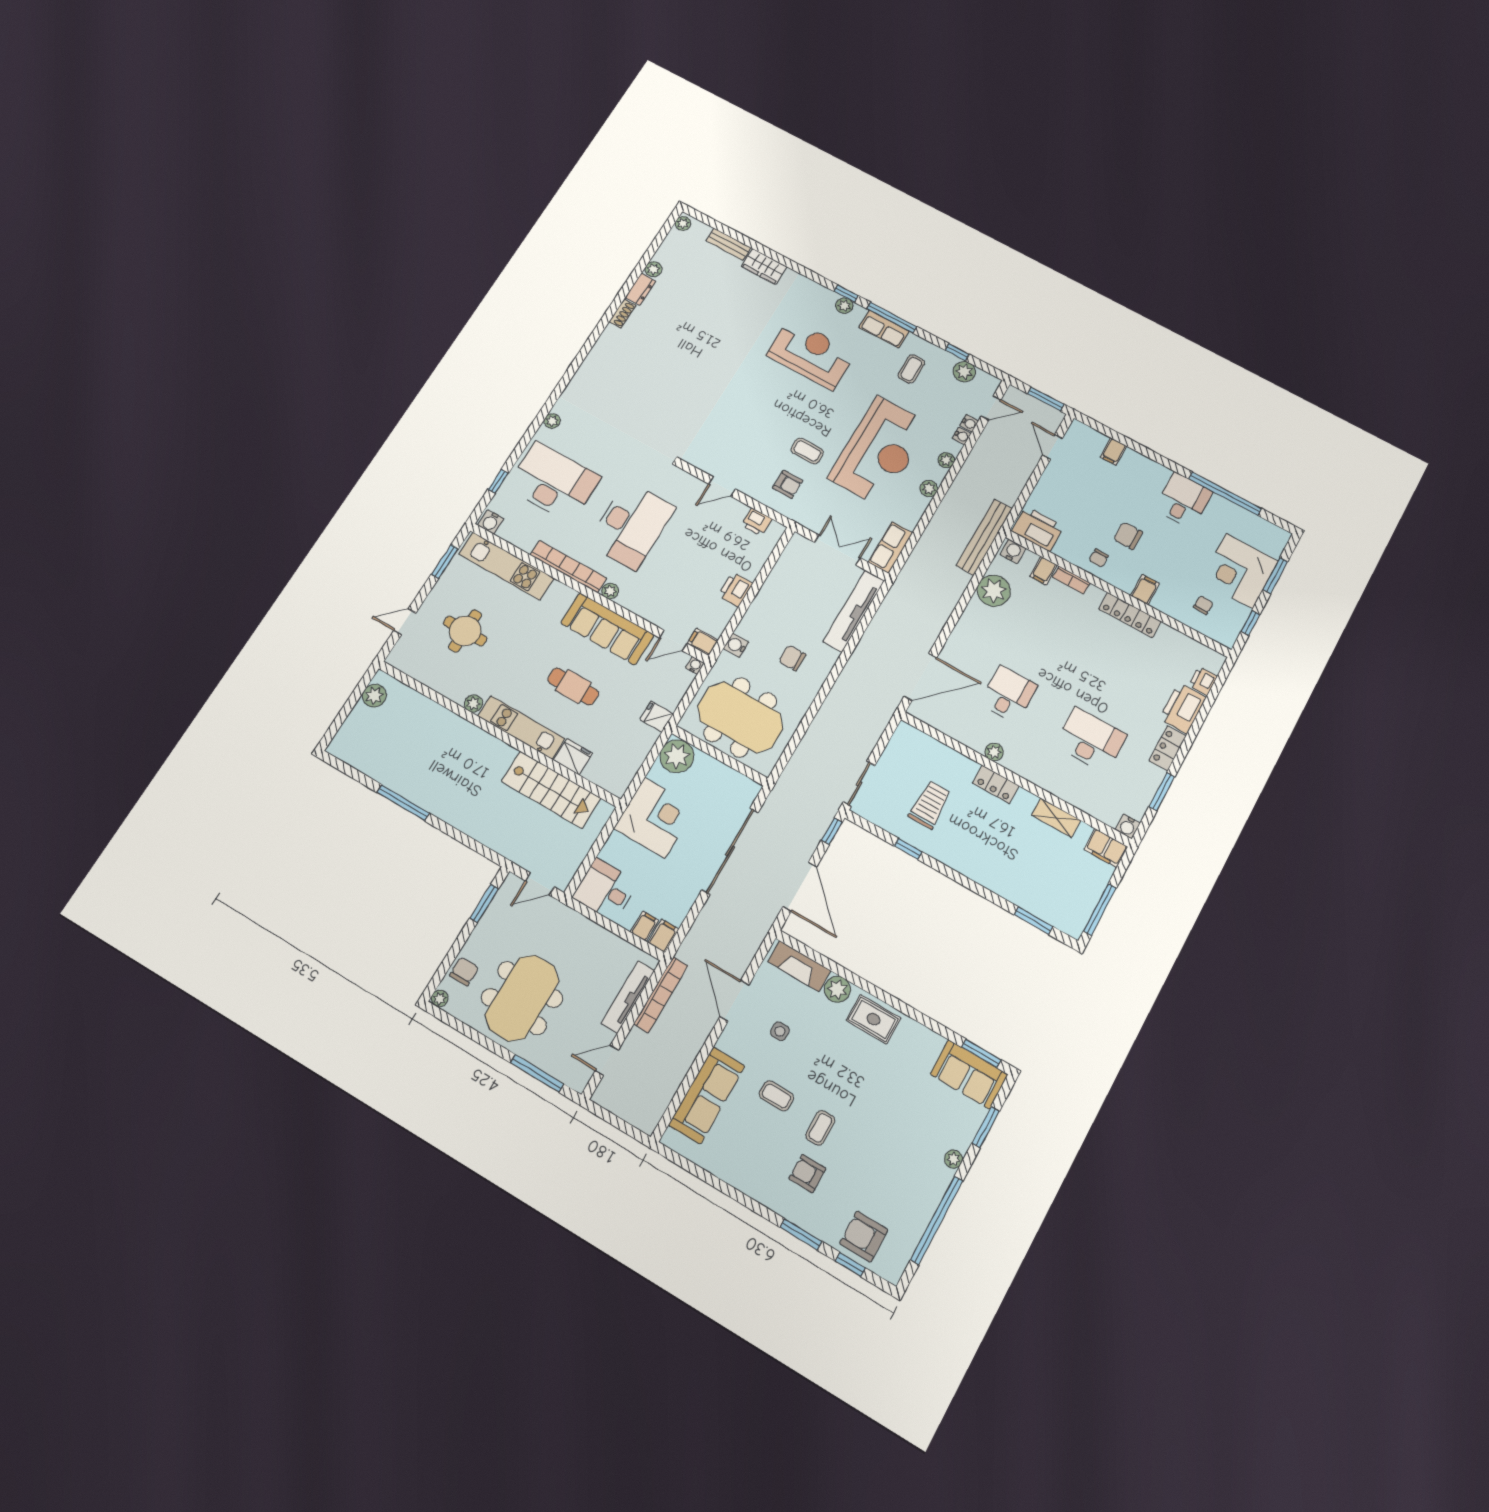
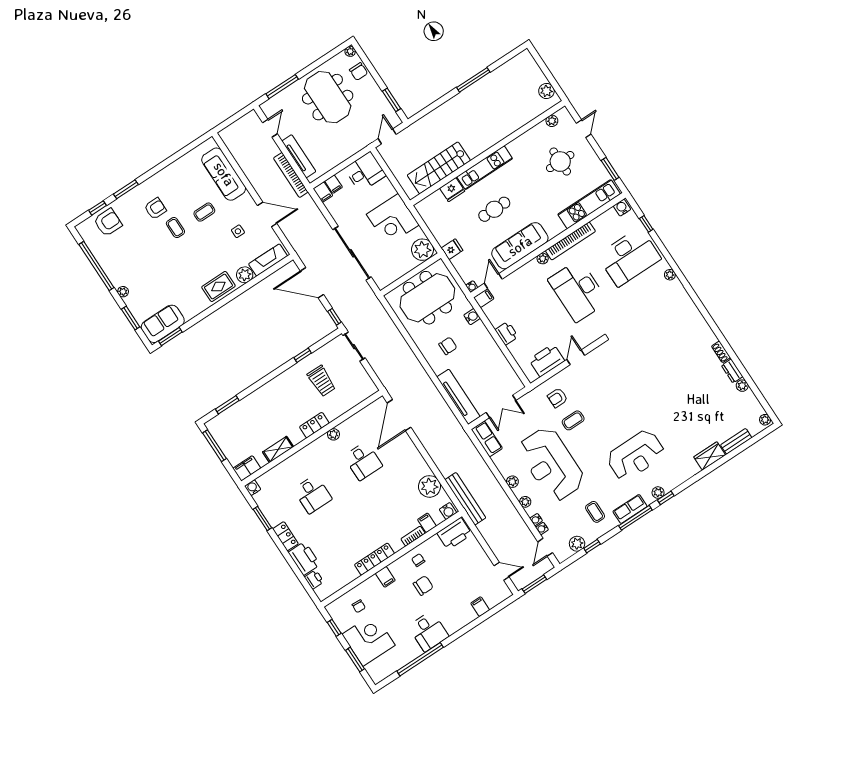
printer: (757, 522) -> (547, 360), width x1.87, depth x1.48
plant: (473, 704) -> (552, 121), moved
desk: (1091, 740) -> (313, 494), width x0.73

